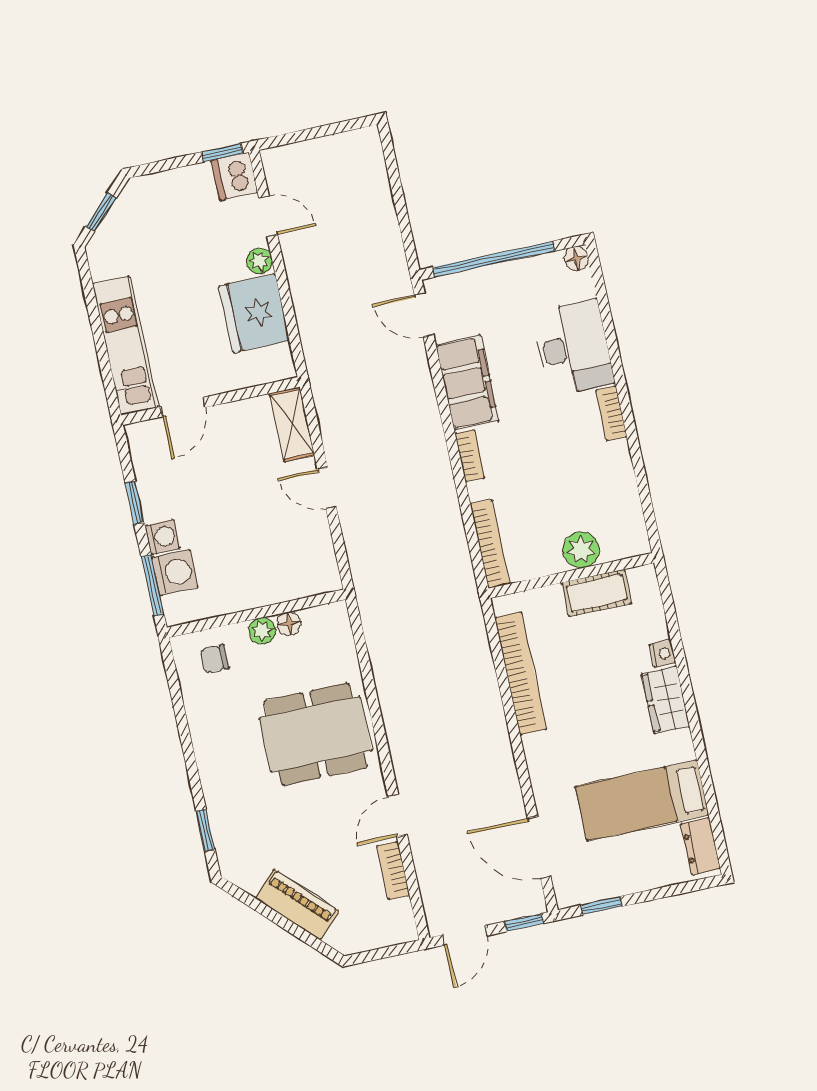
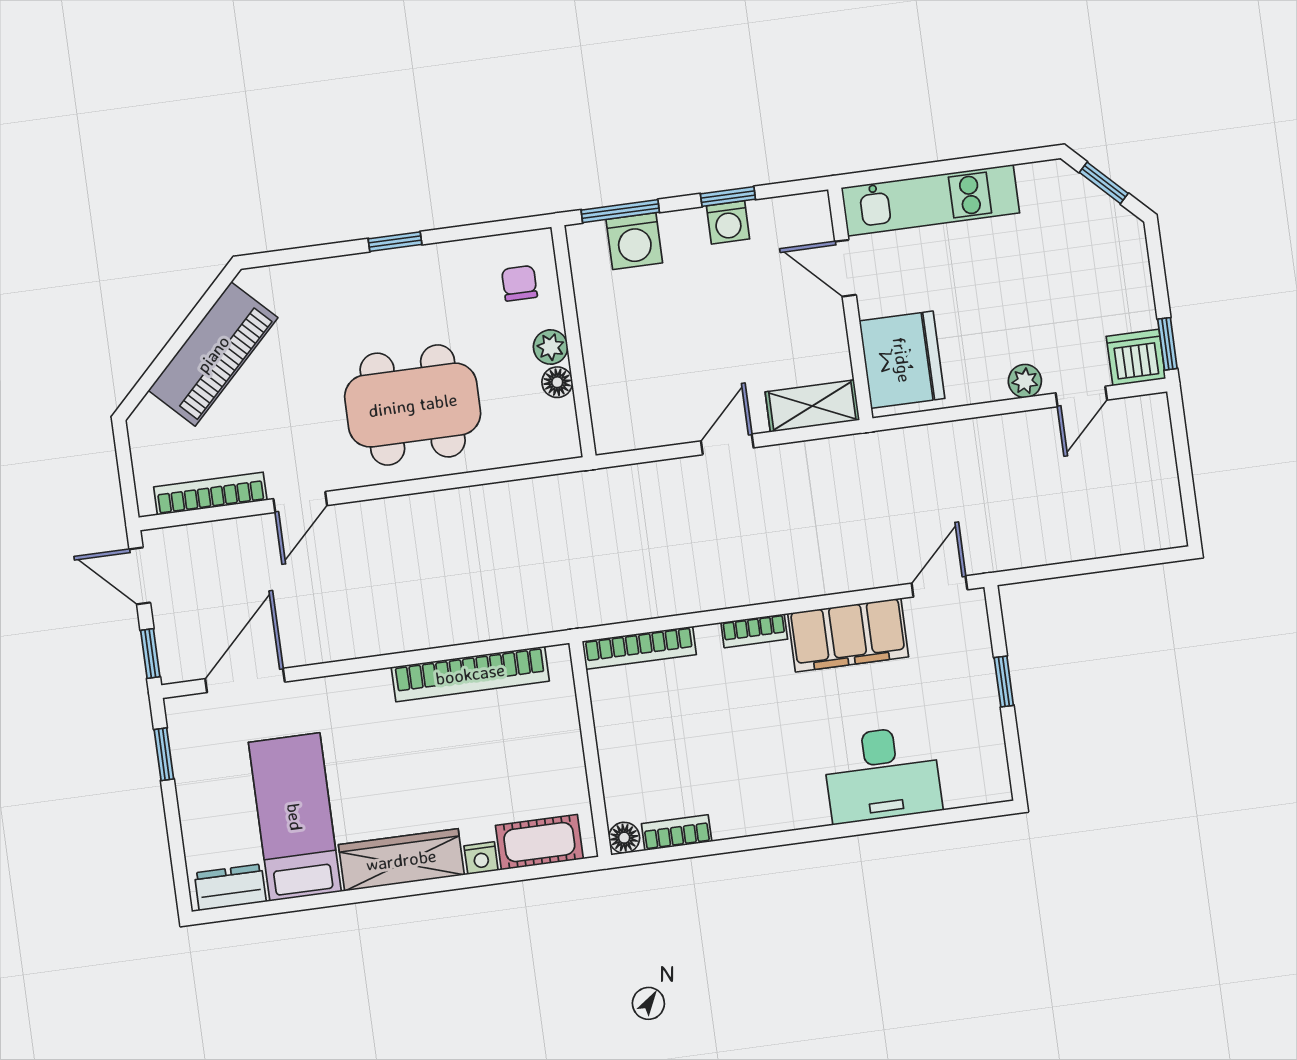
window: (494, 259) -> (1004, 681), width x0.32
floor lamp: (576, 259) -> (624, 838), moved
fridge: (254, 313) -> (902, 360), moved, turned 90
bookcase: (611, 413) -> (677, 833), moved
washing machine: (162, 537) -> (728, 222), moved
plant: (581, 550) -> (622, 764), removed
cot: (597, 593) -> (539, 842), moved, turned 90
wardrobe: (665, 700) -> (401, 860), width x1.50
dining table: (315, 734) -> (413, 405), turned 90
door: (398, 815) -> (300, 502), swing flipped
window: (205, 830) -> (395, 242), moved
bookcase: (393, 871) -> (210, 494), width x1.56
piano: (297, 905) -> (213, 354), width x1.37, depth x1.33

